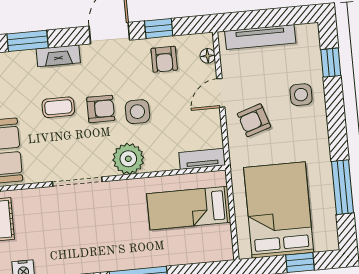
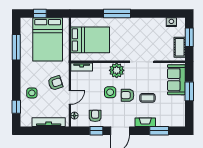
bed: (189, 208) -> (90, 40), width x1.50

